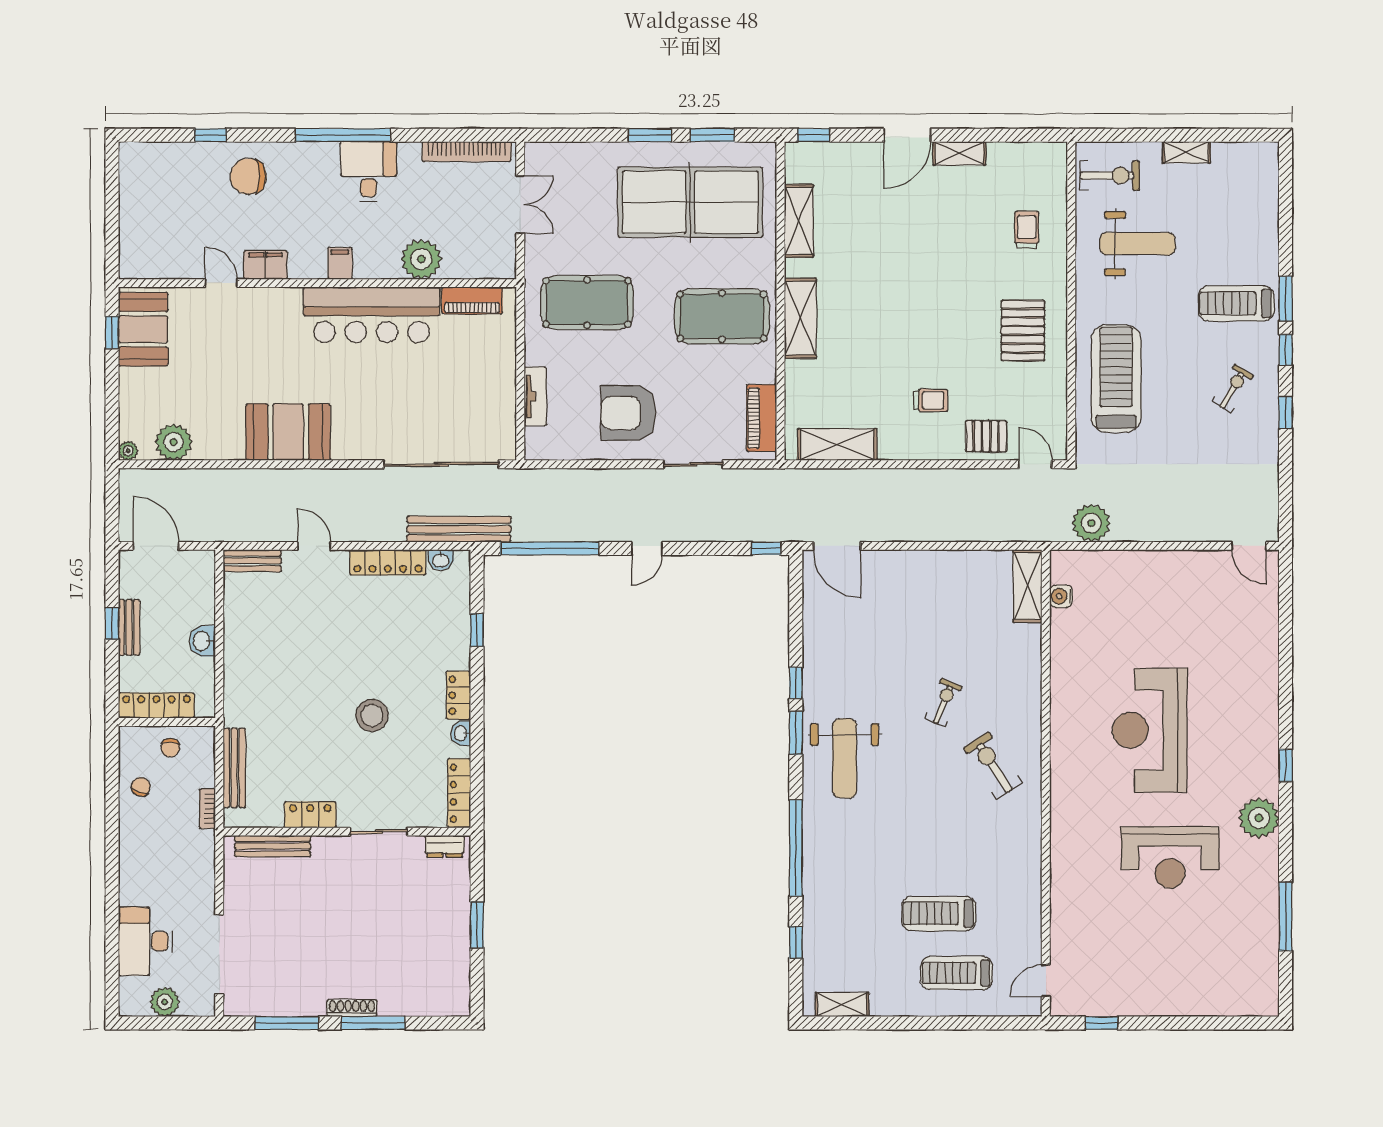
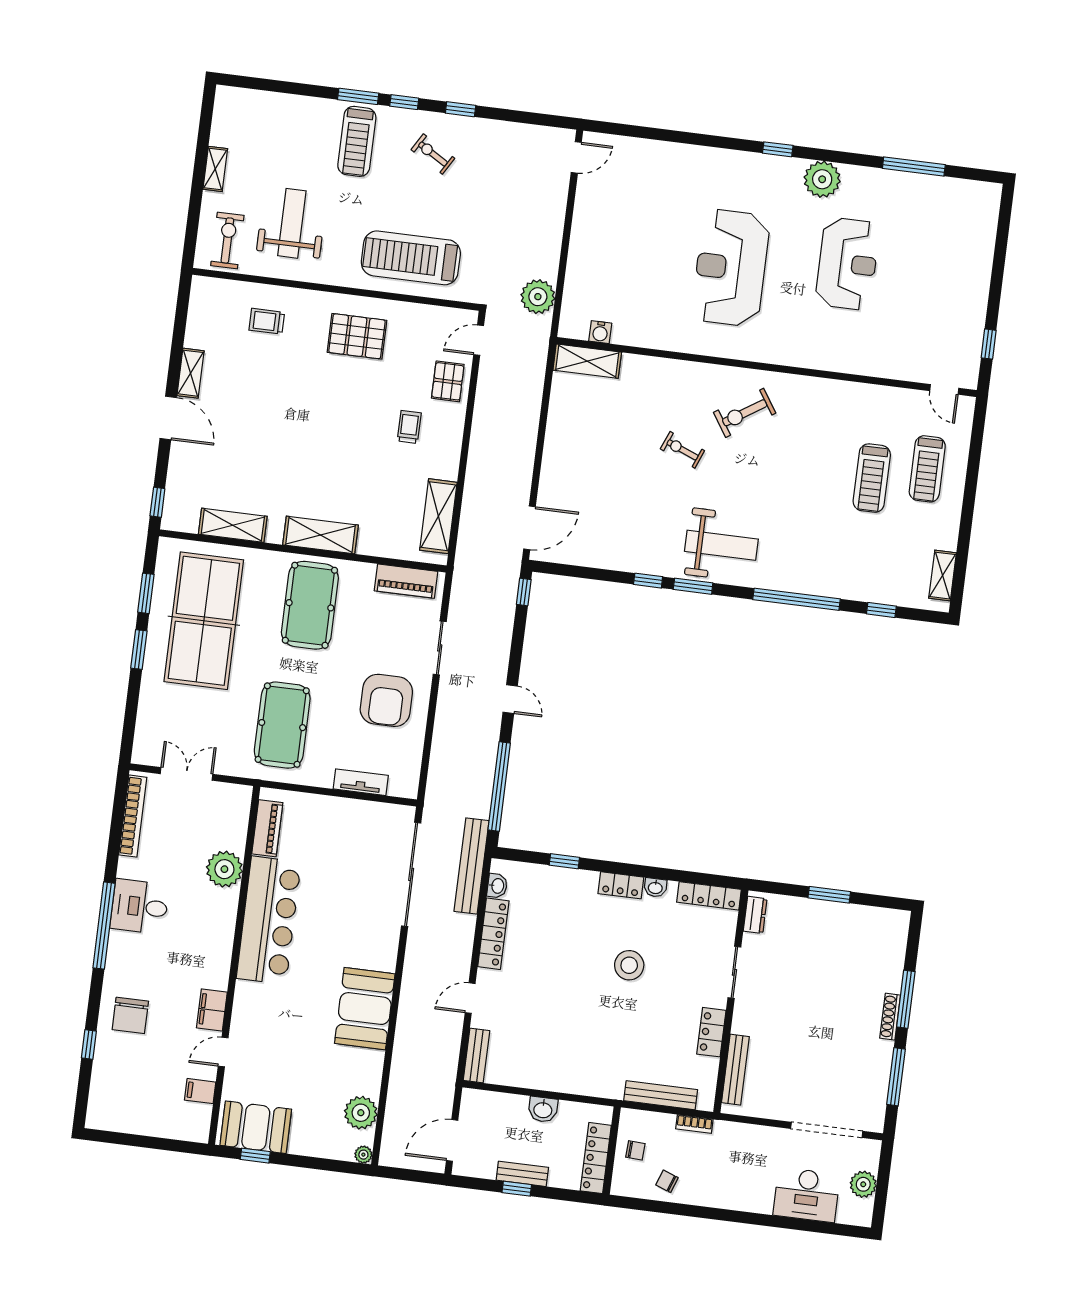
filing cabinet: (340, 263) -> (200, 1091), moved
reception desk: (1149, 730) -> (731, 268), turned 90

